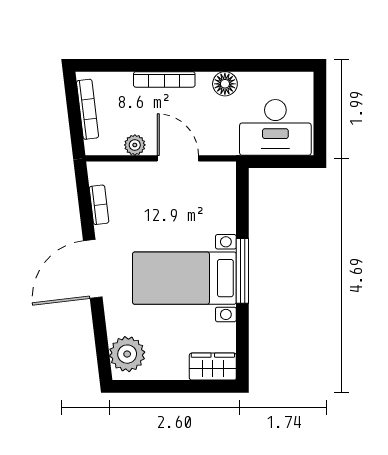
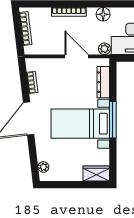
plant: (135, 145) -> (104, 49), moved
dresser: (225, 204) -> (103, 82), added
plant: (127, 354) -> (43, 167), width x0.53, depth x0.53

